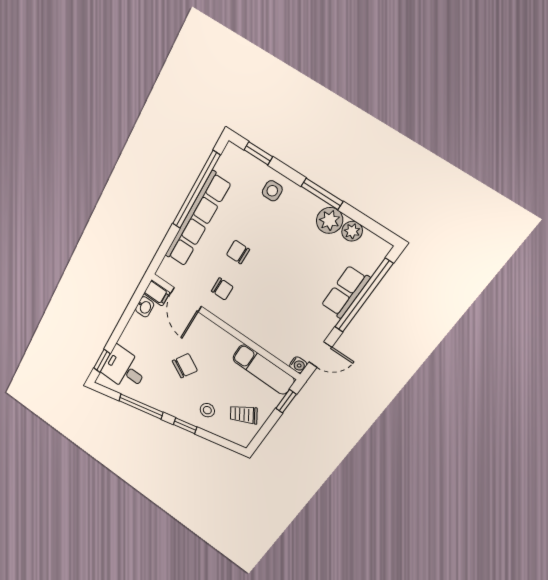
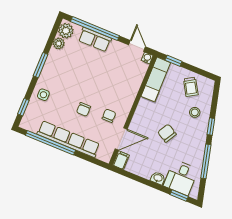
plant: (330, 220) -> (66, 31), moved
washbasin: (145, 307) -> (158, 178), moved

